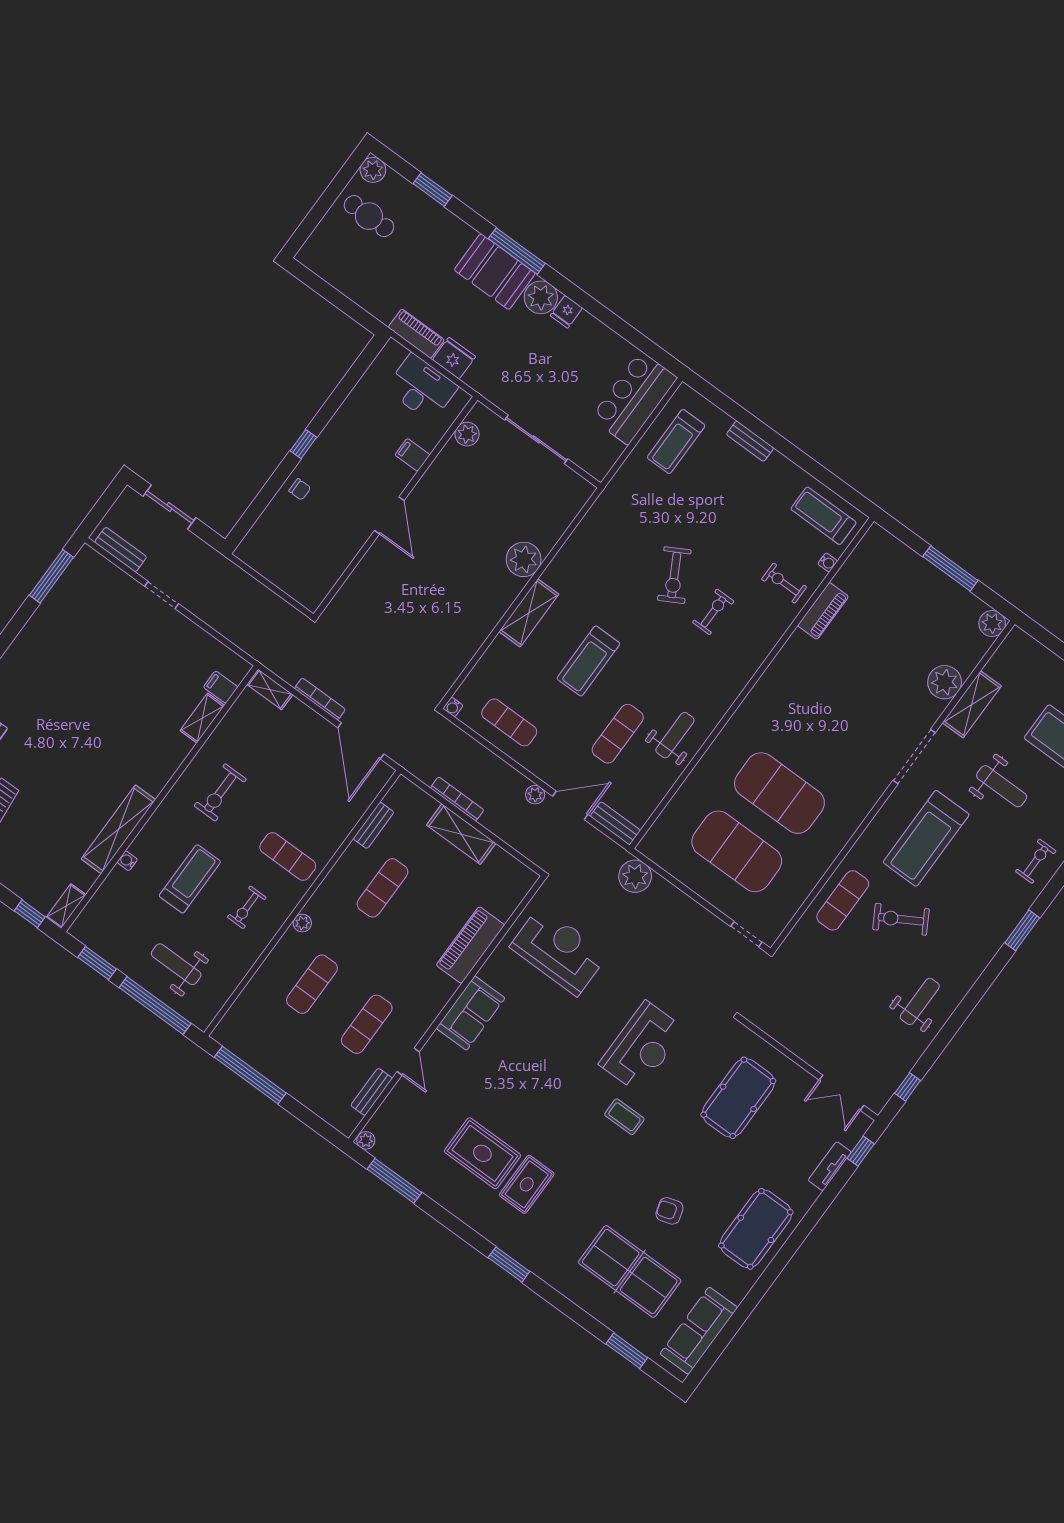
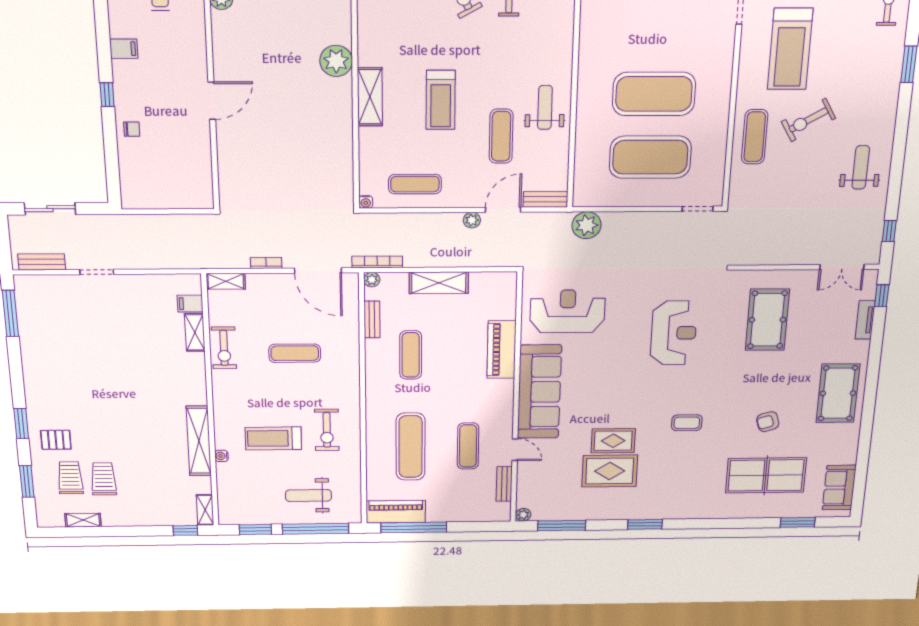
filing cabinet: (412, 455) -> (124, 49), moved, turned 180
door: (389, 515) -> (212, 101), hinge flipped
bookcase: (320, 699) -> (266, 263), width x0.64
exercise bike: (220, 792) -> (224, 348), moved
bookcase: (457, 799) -> (377, 262), moved
exercise mat: (288, 856) -> (295, 353), moved
treadmill: (190, 879) -> (273, 438), turned -90
exercise bike: (247, 907) -> (327, 430), width x1.38, depth x1.39
plant: (302, 923) -> (372, 280), moved
exercise mat: (312, 984) -> (411, 447), width x1.36, depth x1.45
sofa: (471, 1013) -> (539, 392), width x1.85, depth x1.27
piano: (246, 1045) -> (396, 512), added
coffee table: (624, 1117) -> (687, 423), moved
rug: (527, 1184) -> (613, 441), moved, turned 90
window: (509, 1265) -> (645, 524), moved
sofa: (699, 1331) -> (839, 488), width x0.73

